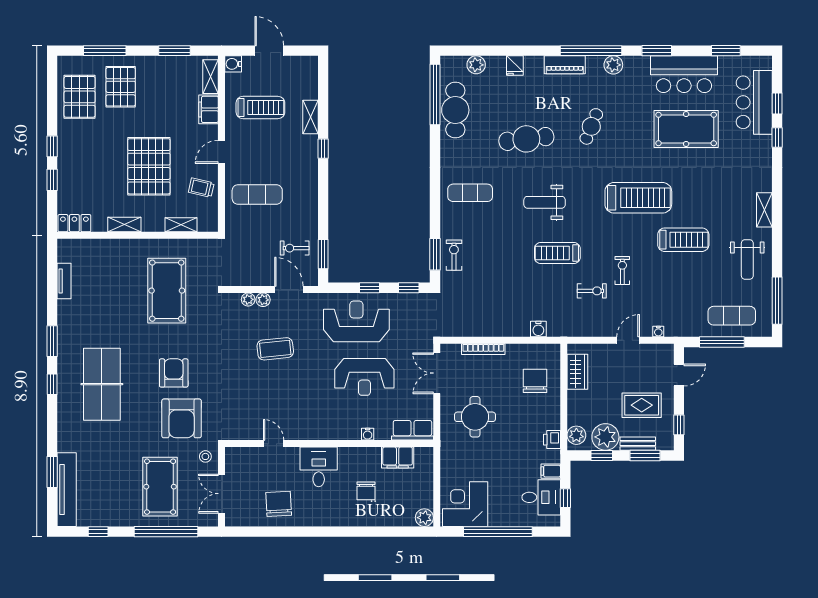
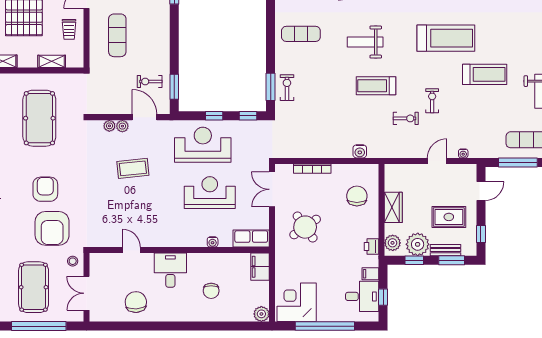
trolley: (201, 188) -> (69, 29), turned -103
exercise mat: (257, 194) -> (117, 35), turned 90
wardrobe: (577, 372) -> (393, 207), moved
reception desk: (364, 377) -> (210, 193), turned 180
round table: (475, 417) -> (305, 227), turned -35
filing cabinet: (398, 458) -> (260, 267), moved, turned 90

